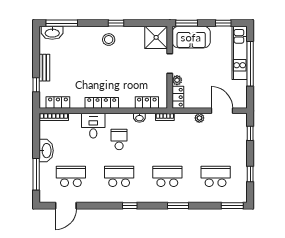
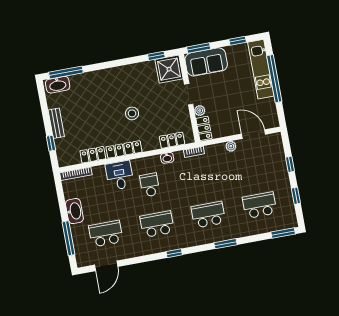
window: (116, 23) -> (156, 56), moved
stool: (109, 40) -> (132, 113), moved
locker: (58, 102) -> (93, 155), moved
window: (250, 133) -> (290, 164), moved

